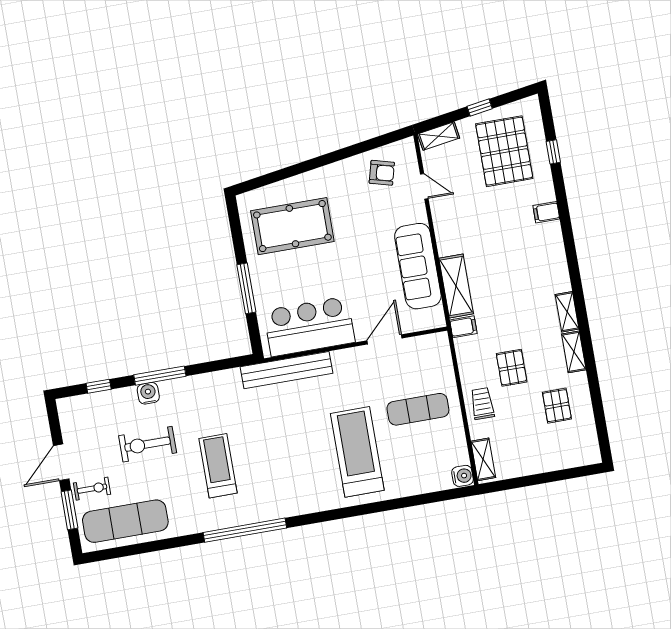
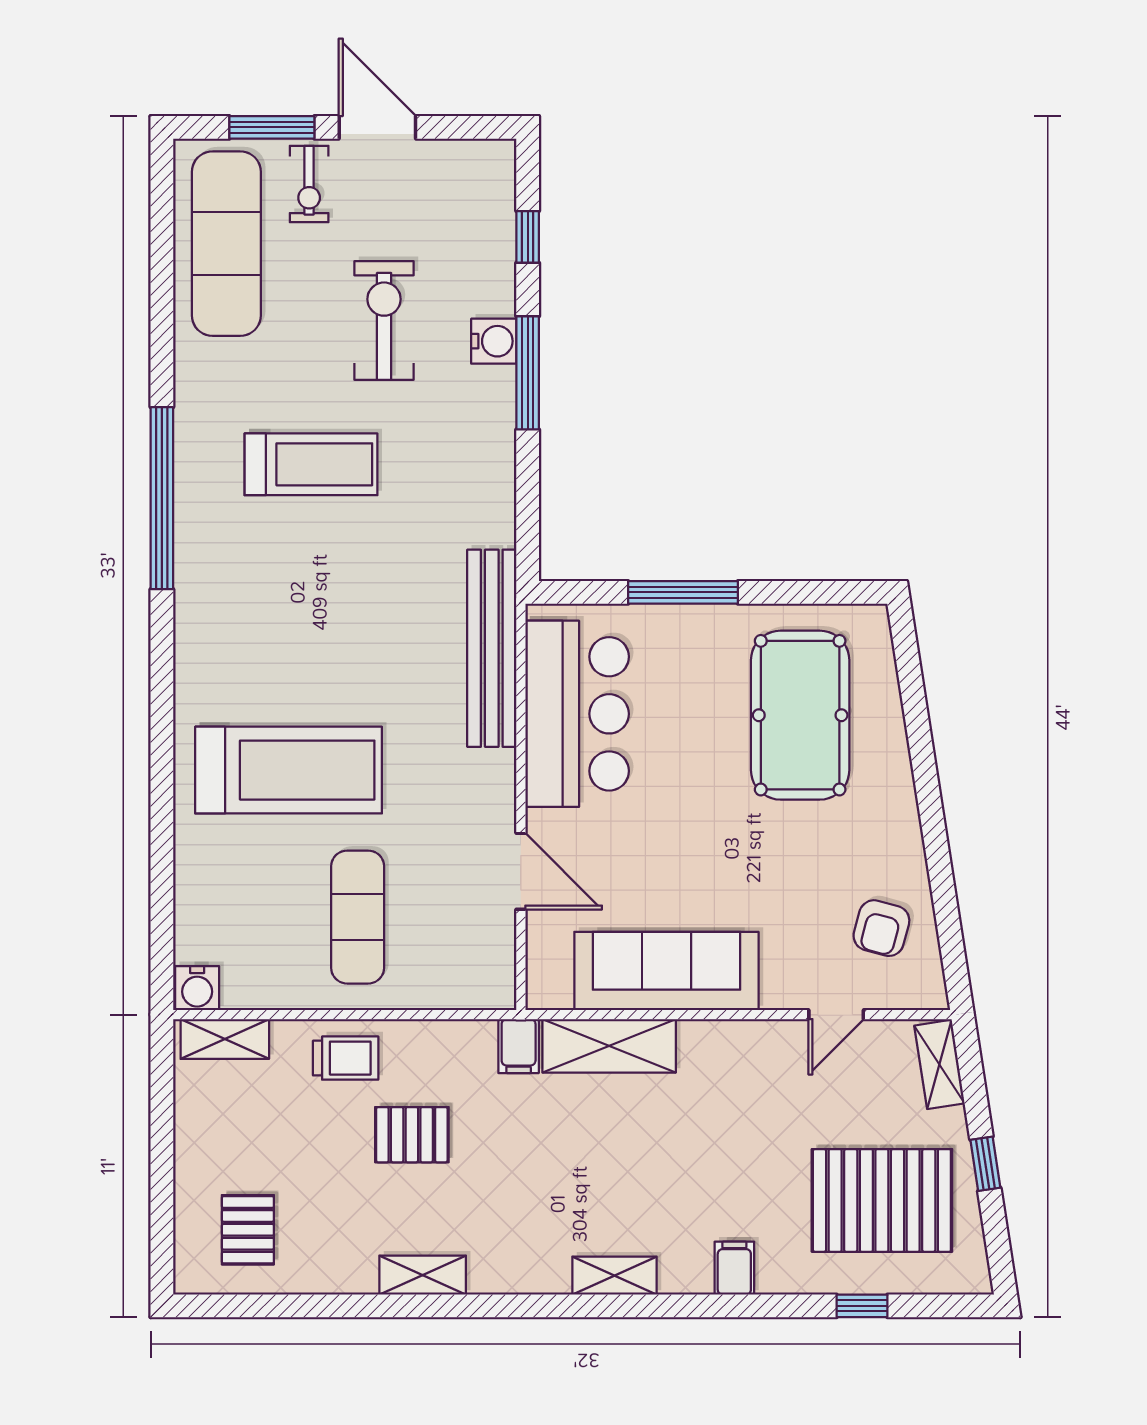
shelving: (567, 312) -> (615, 1276), moved
pallet: (557, 406) -> (248, 1230), moved, turned 90

